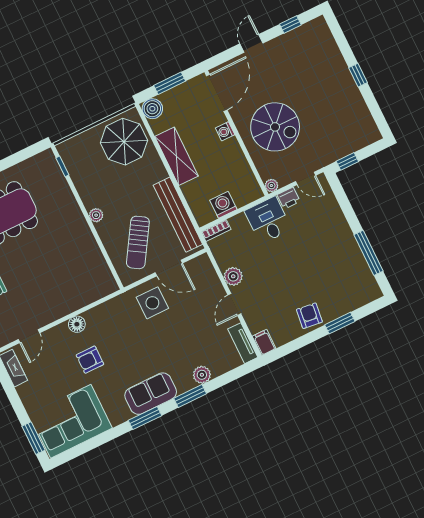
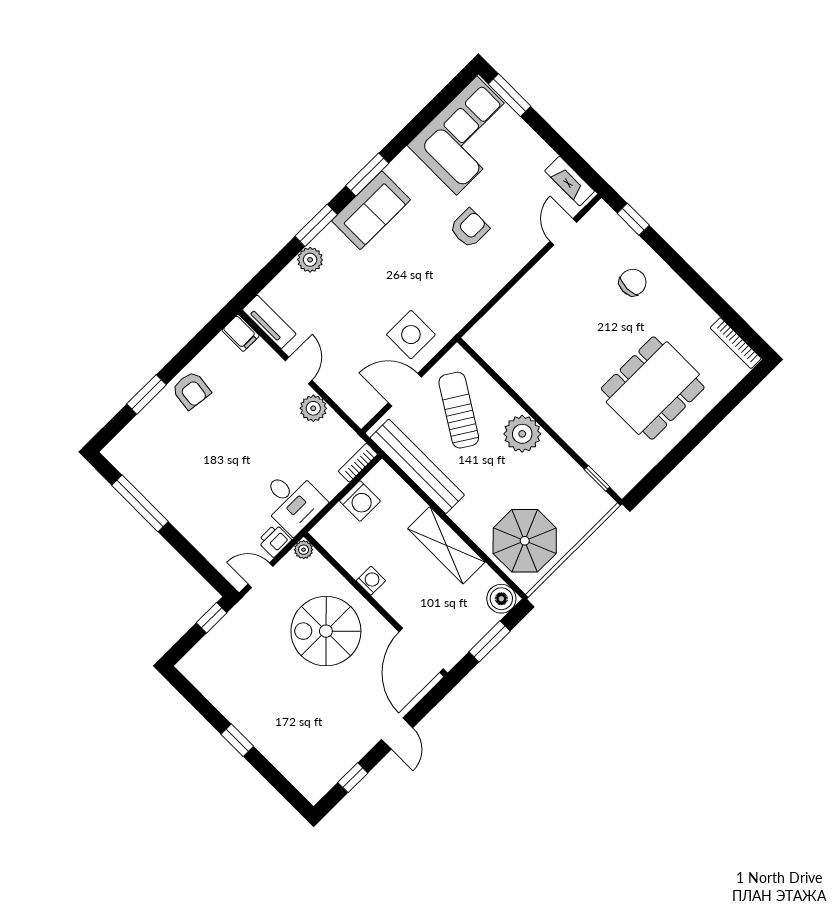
washing machine: (225, 131) -> (371, 581), moved
plant: (96, 215) -> (522, 434), width x1.88, depth x1.88
floor lamp: (77, 324) -> (504, 270), removed

